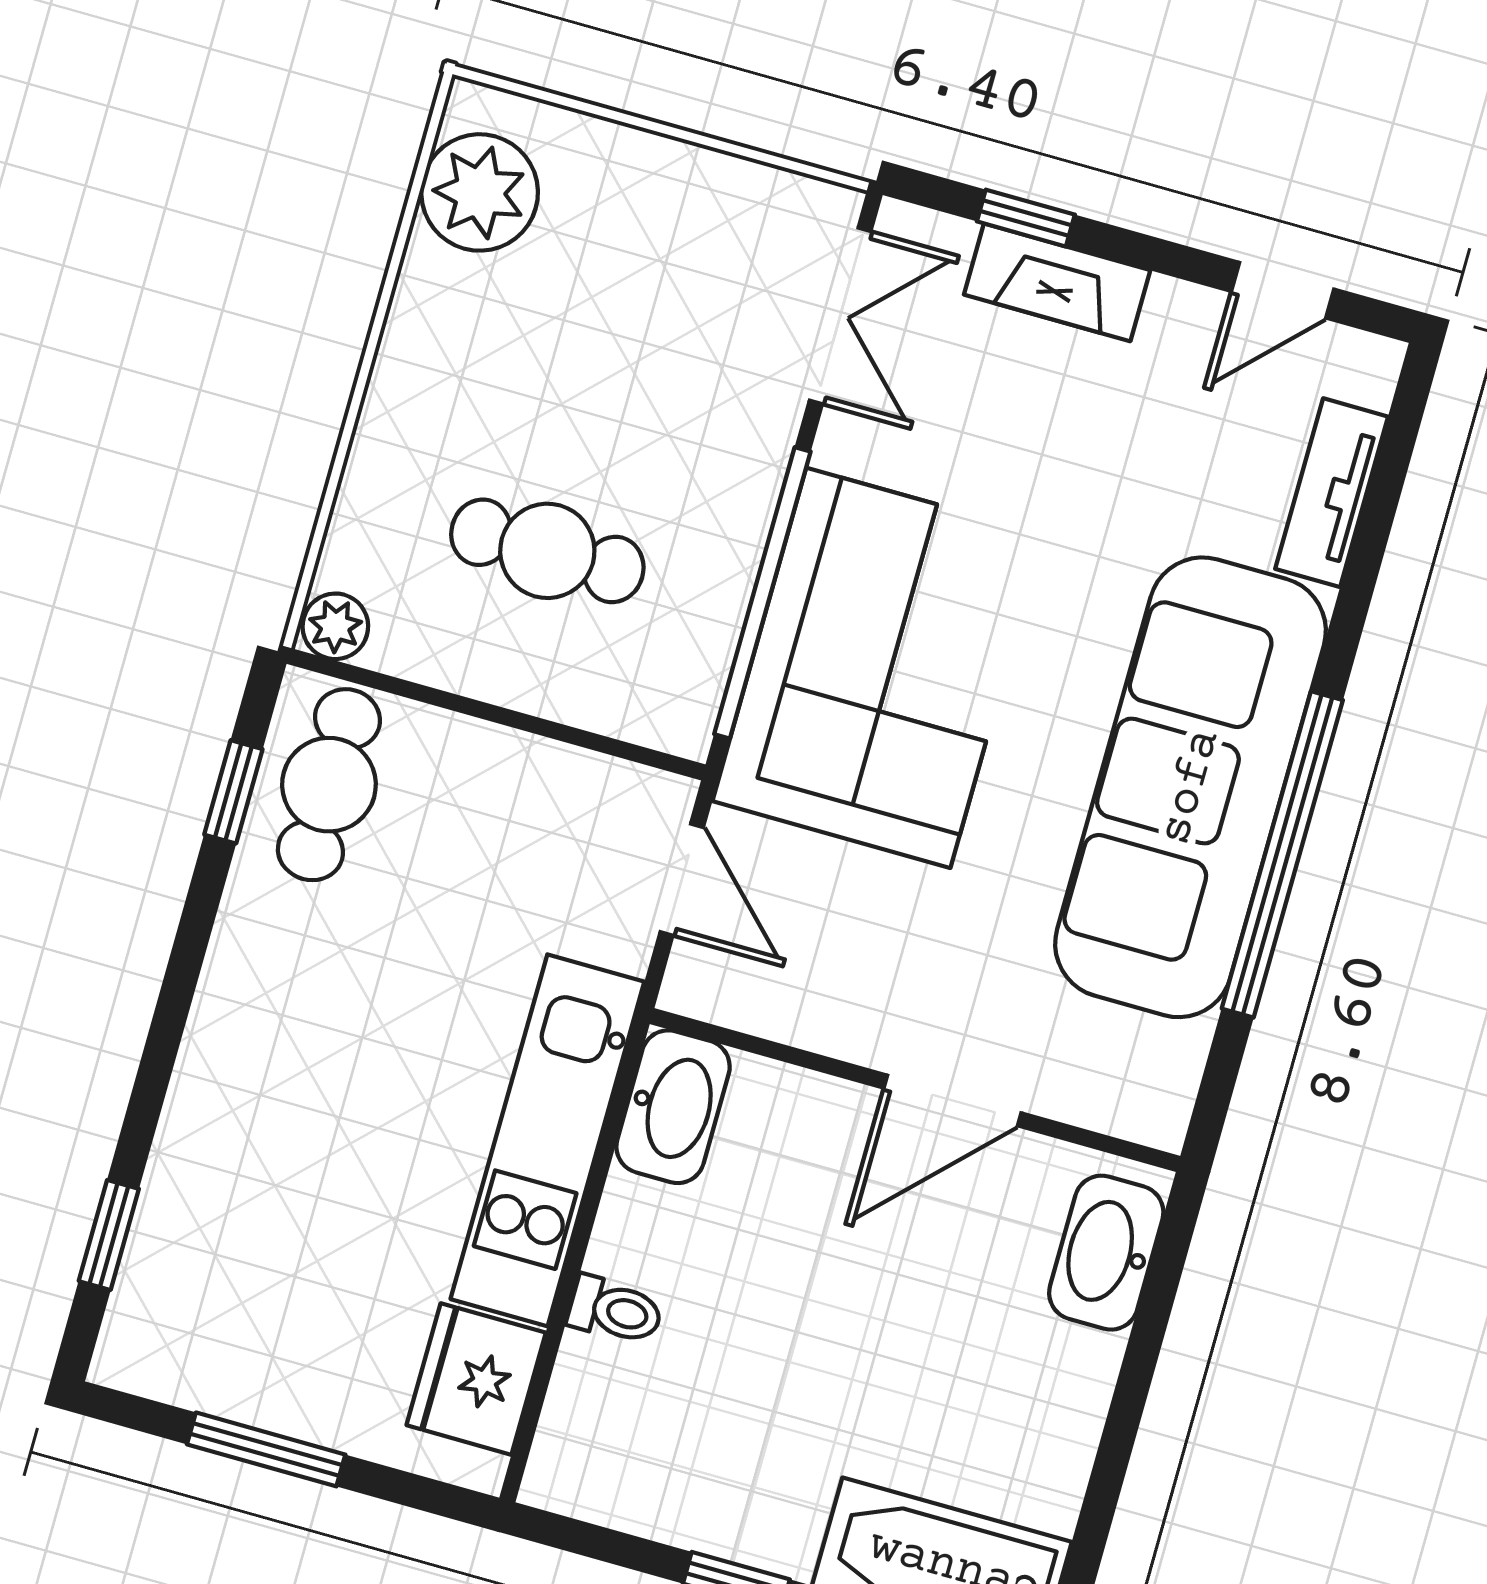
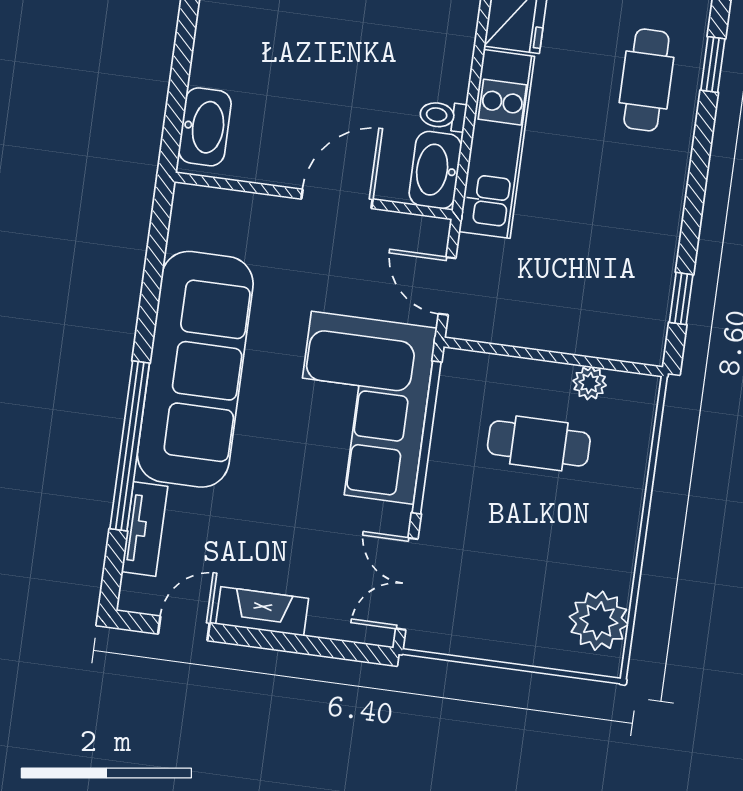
window: (1026, 218) -> (320, 647), removed
fireplace: (1057, 282) -> (262, 611), moved
plant: (335, 626) -> (590, 383), moved
cafe table: (329, 785) -> (646, 80), moved
window: (1282, 854) -> (130, 446), moved
door: (952, 1101) -> (337, 199), moved
toilet: (615, 1310) -> (443, 116), moved

